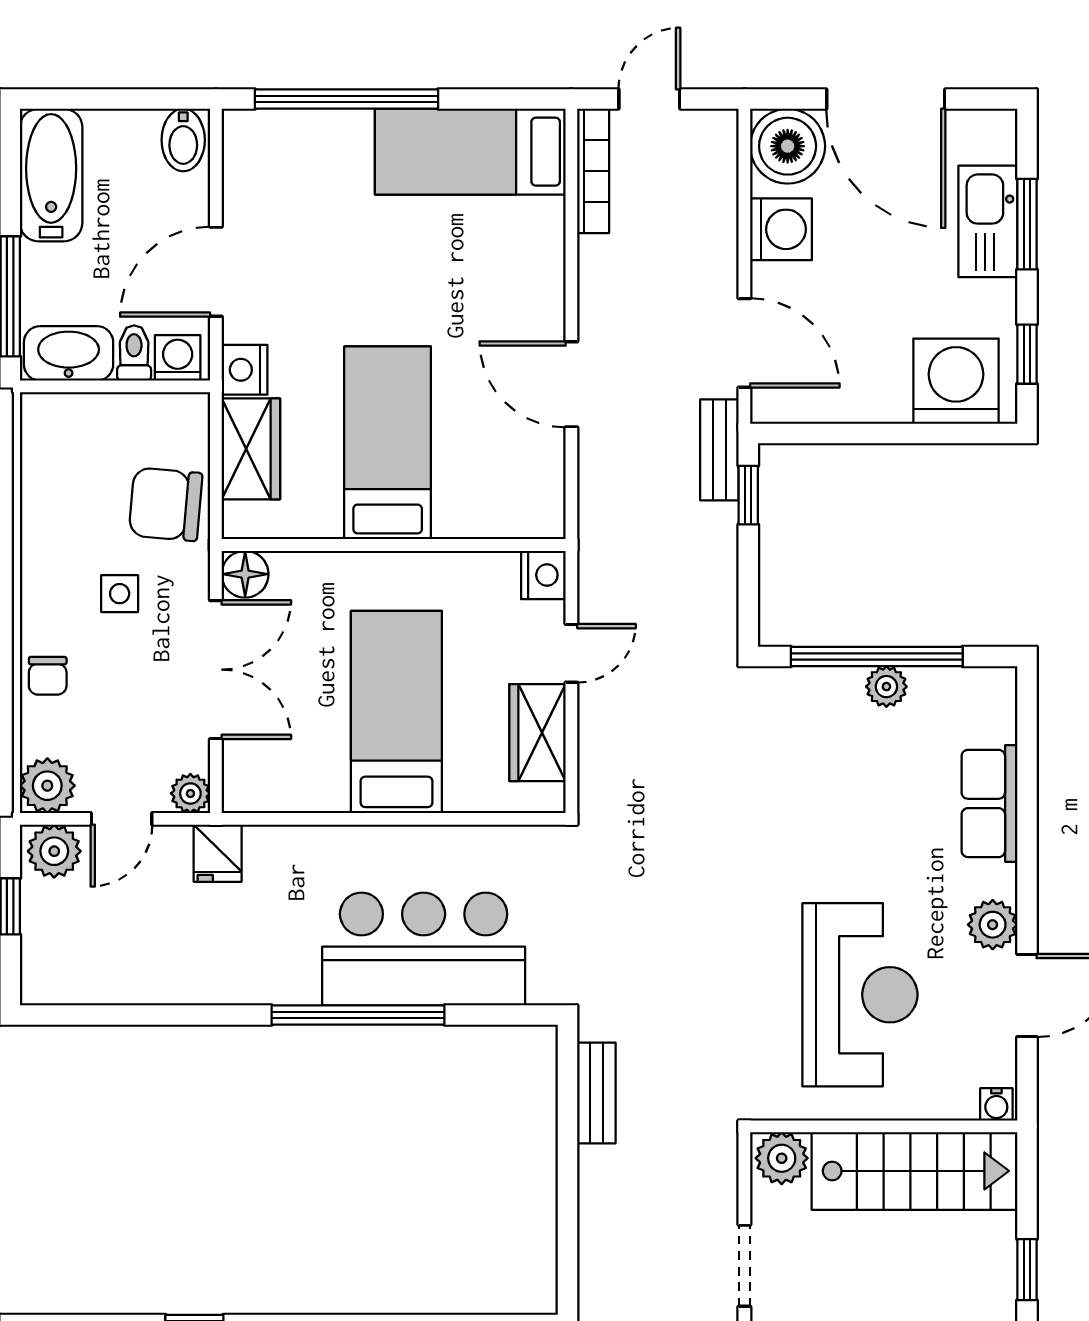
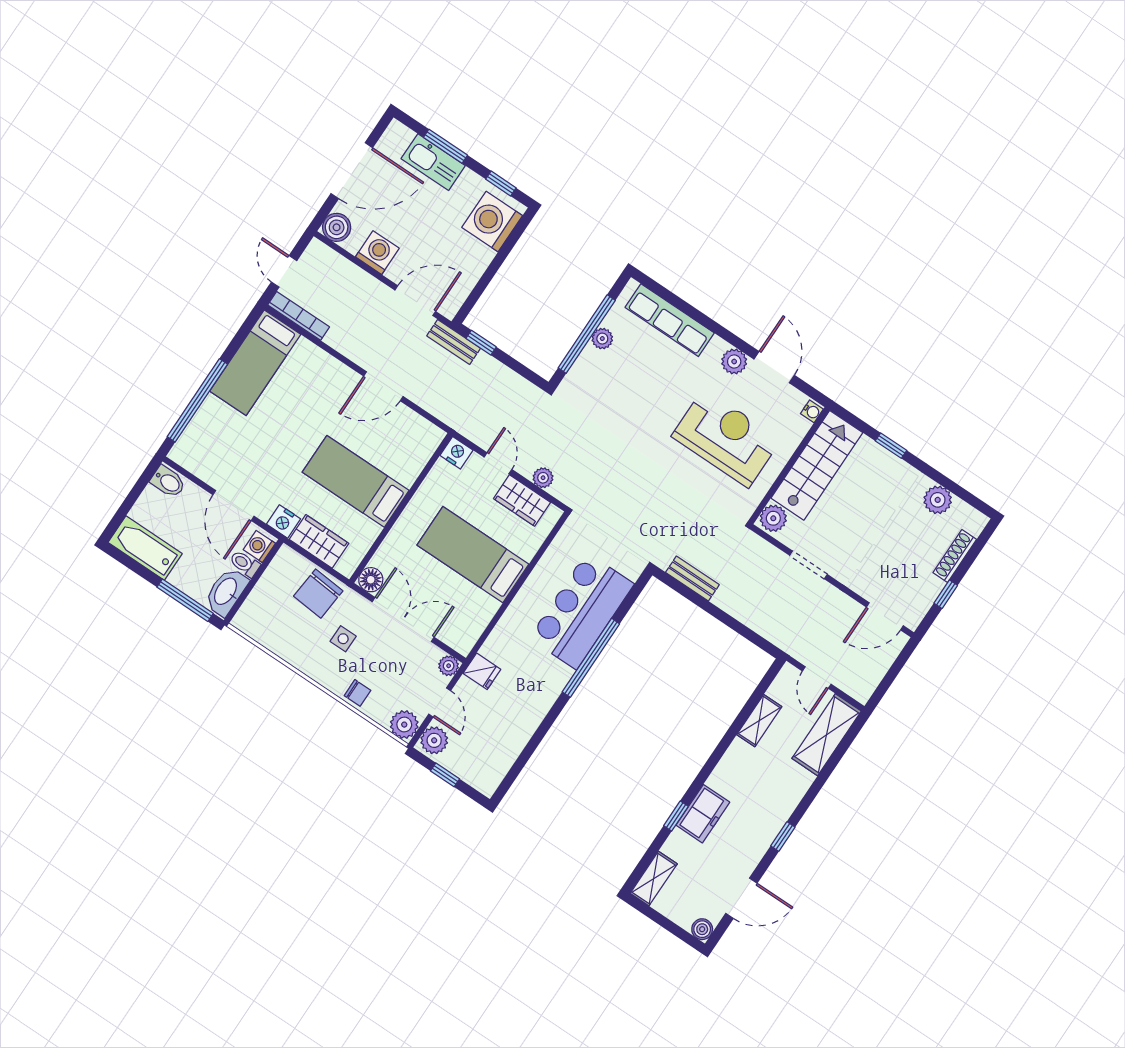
boiler: (788, 146) -> (337, 227), width x0.73, depth x0.73
plant: (597, 742) -> (543, 478), added
row of seats: (989, 803) -> (670, 320), width x1.48

